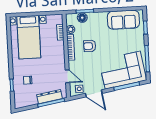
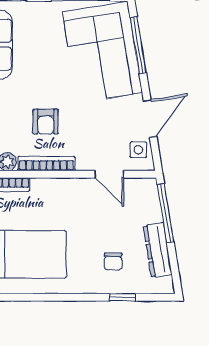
door: (67, 76) -> (109, 174), swing flipped
dresser: (50, 97) -> (158, 250), moved

